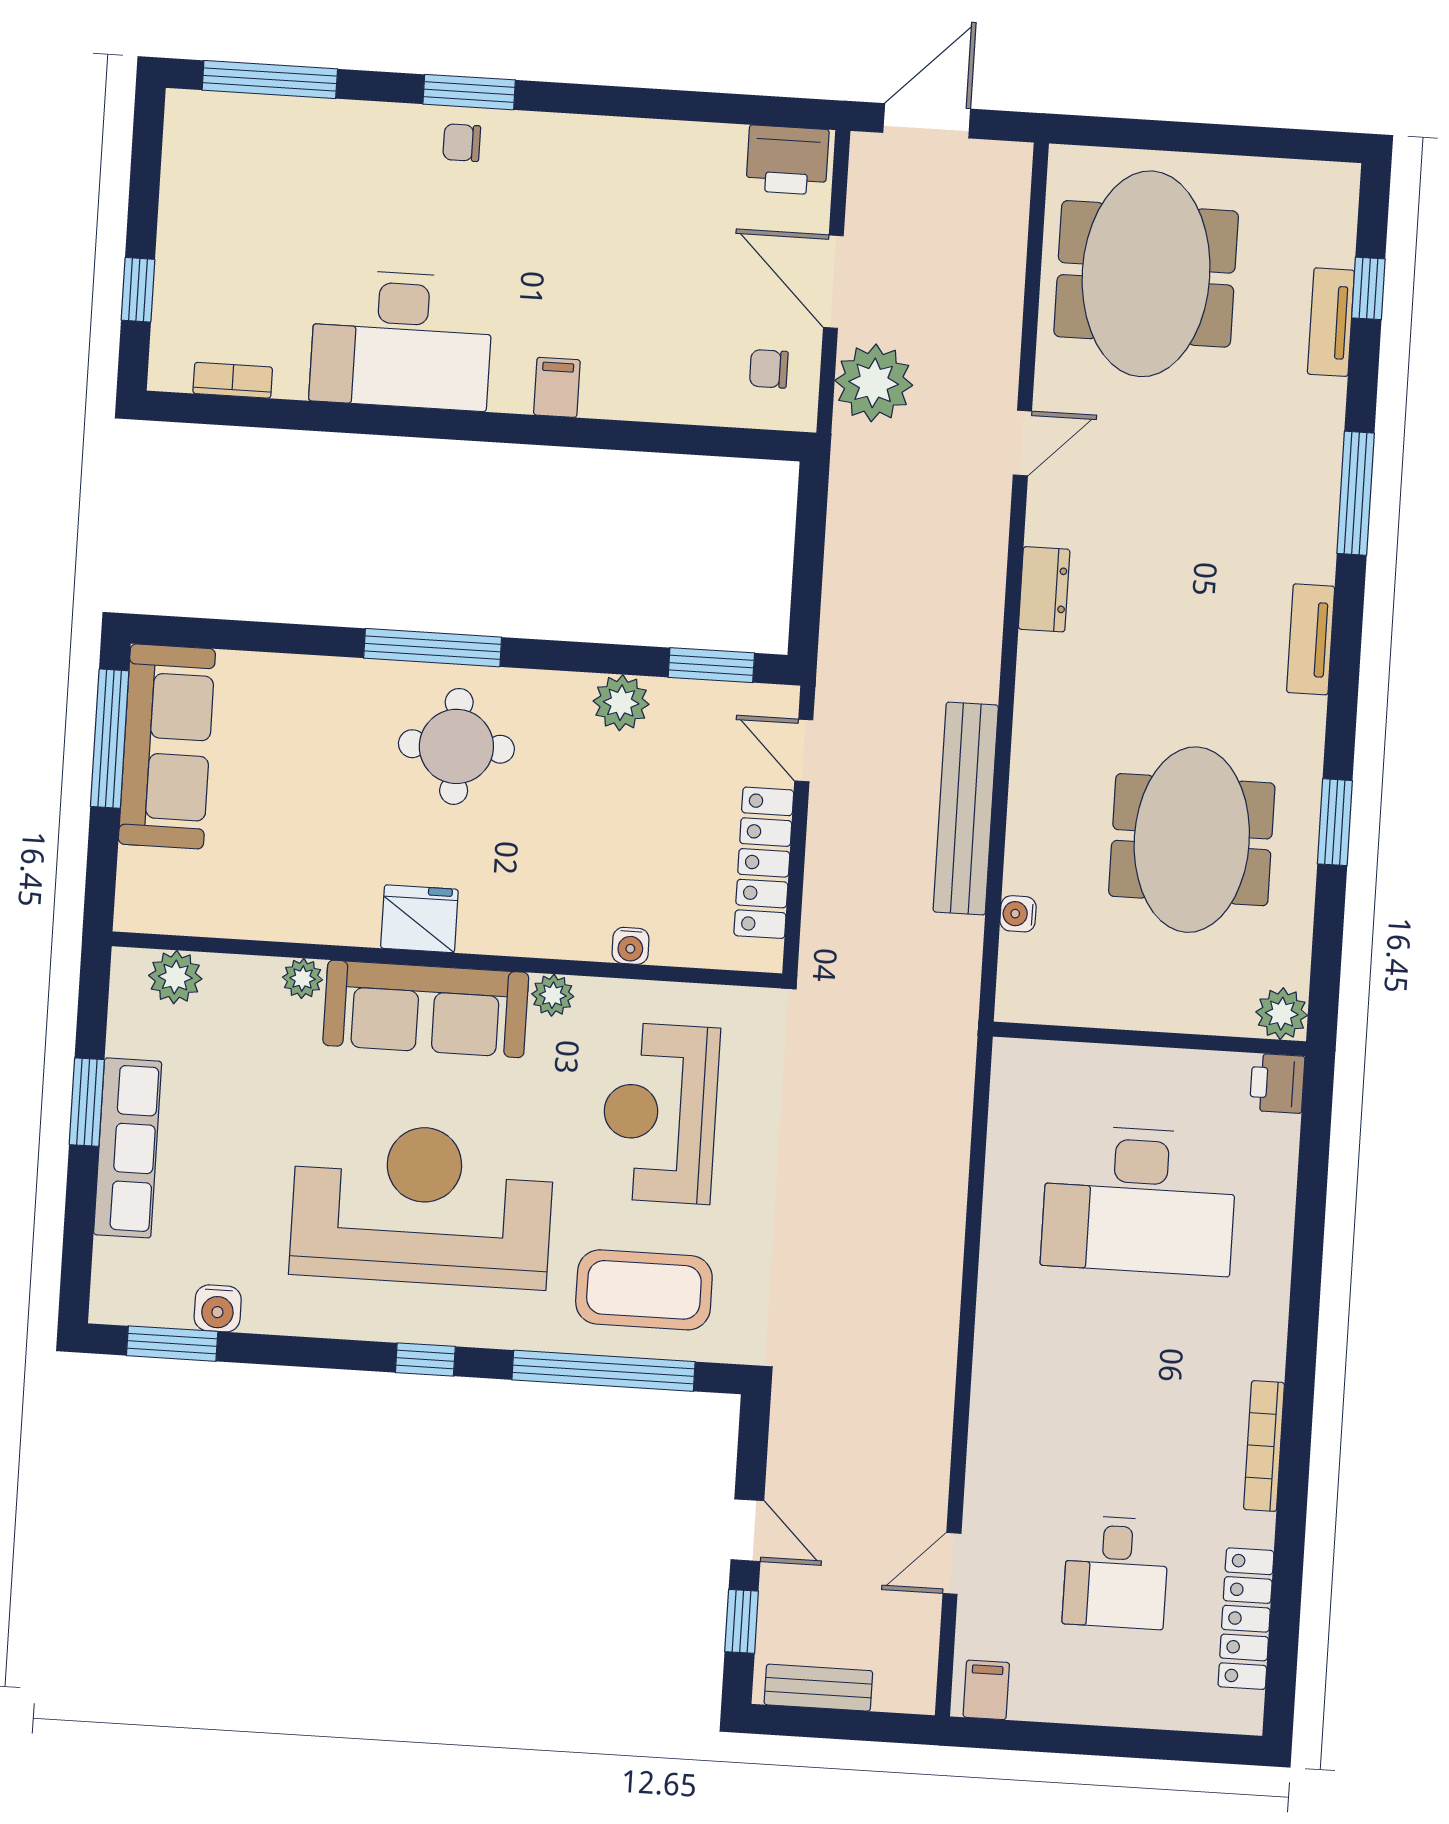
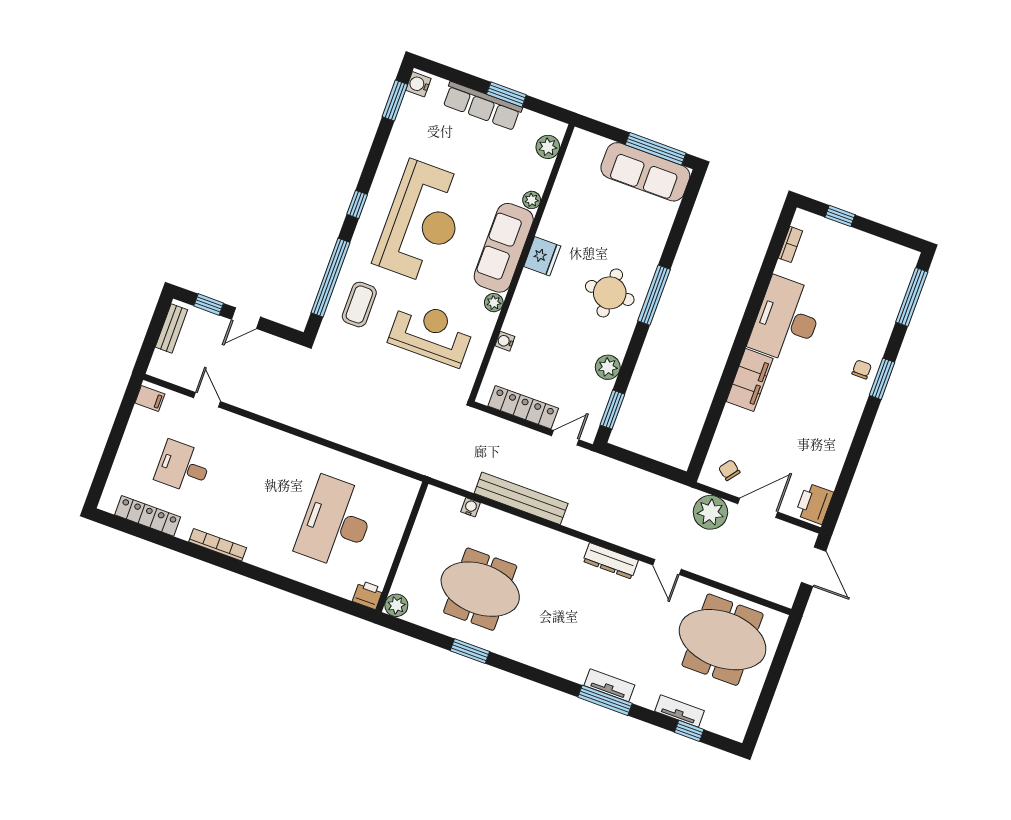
chair: (769, 369) -> (729, 470), turned -53
filing cabinet: (557, 387) -> (750, 380), width x3.00, depth x1.17
dresser: (1044, 589) -> (611, 561), width x1.44
tv unit: (1311, 639) -> (609, 685), moved
coffee table: (644, 1290) -> (359, 304), width x0.73, depth x0.76
water cooler: (218, 1308) -> (418, 84), moved

